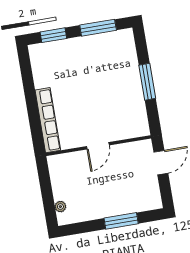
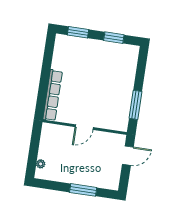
window: (98, 28) -> (114, 38), width x0.69
window: (147, 82) -> (135, 105), moved

